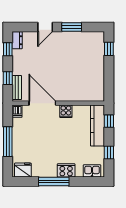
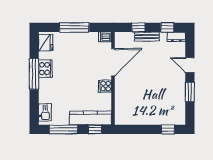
bench: (17, 87) -> (147, 37), moved
window: (109, 152) -> (63, 129), width x2.17
cooker: (66, 170) -> (45, 69), moved

